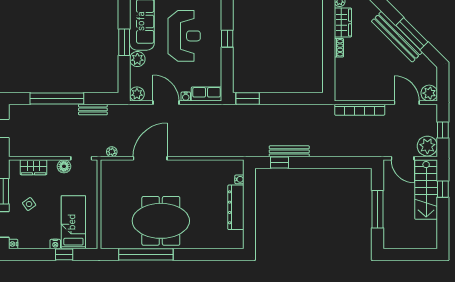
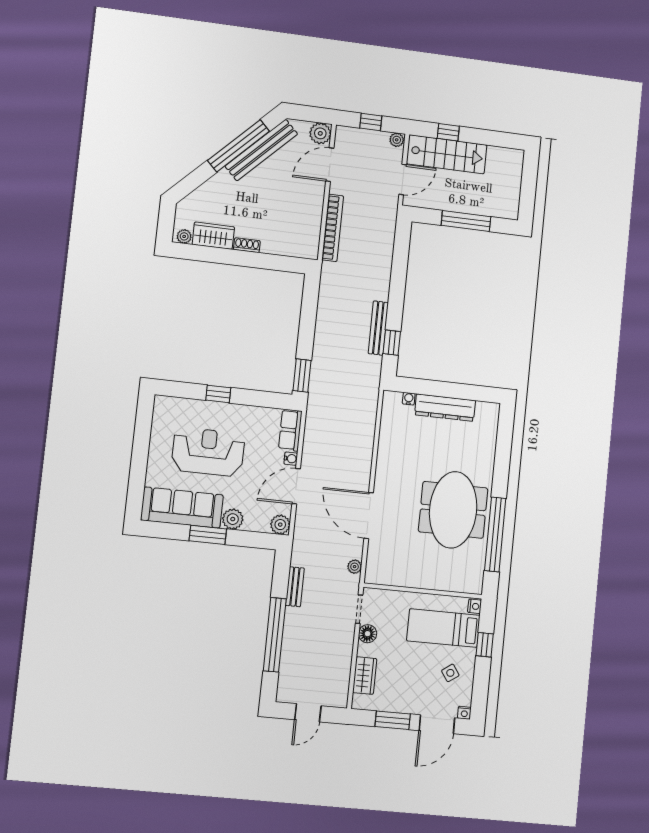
window: (412, 34) -> (238, 146), width x1.46
bench: (397, 37) -> (261, 150), moved
plant: (427, 146) -> (397, 140), width x0.53, depth x0.53
side table: (29, 204) -> (450, 673), moved
nightstand: (55, 244) -> (475, 606), moved

